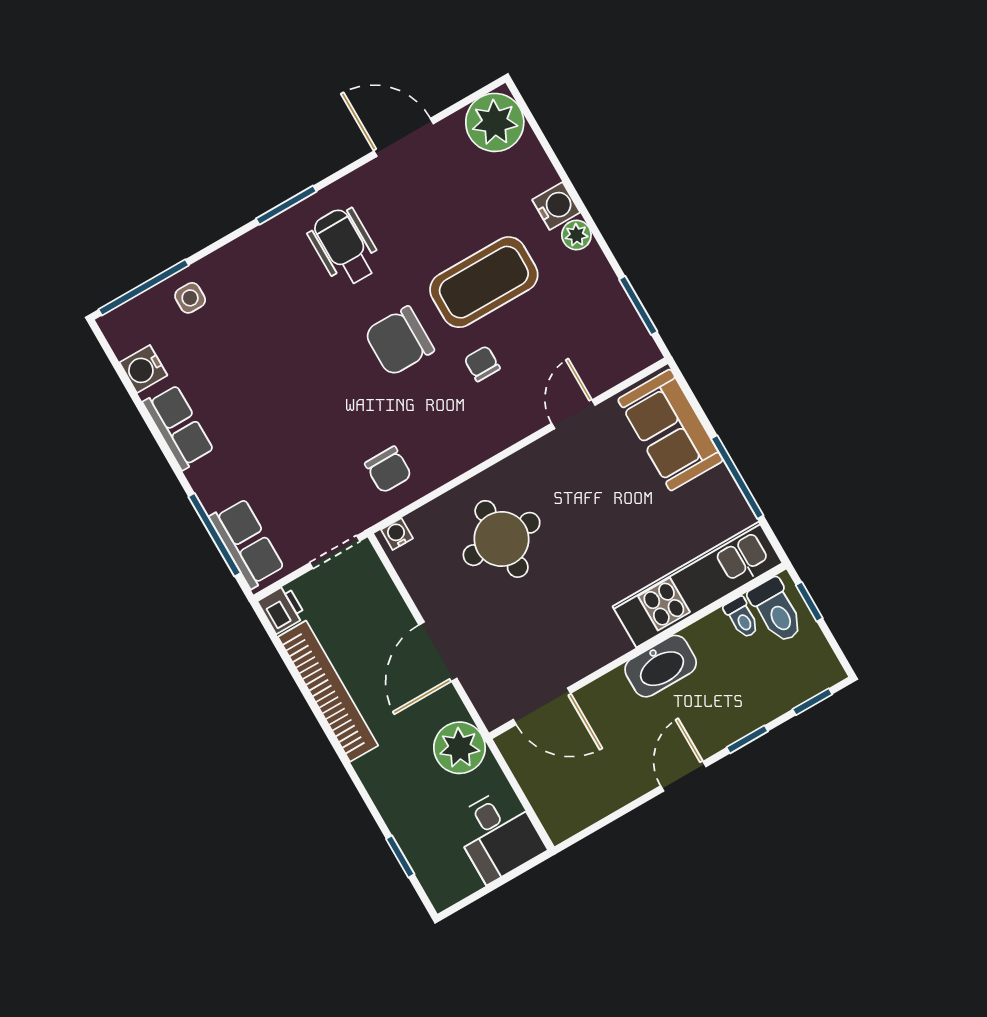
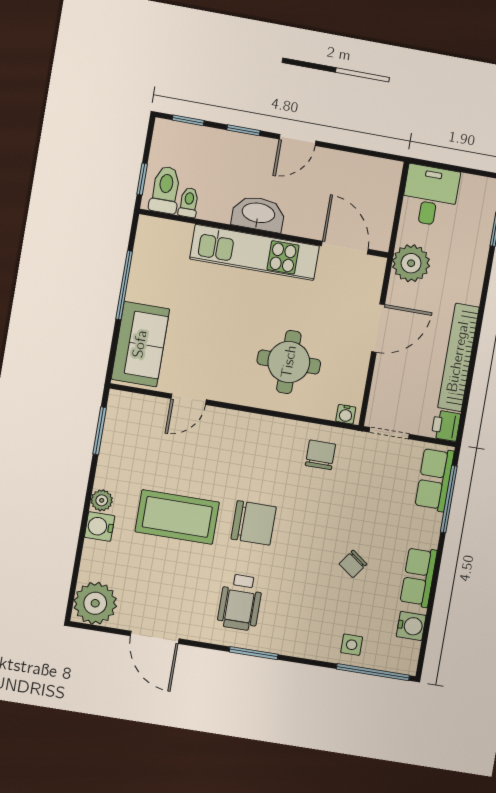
chair: (482, 364) -> (353, 564), moved, turned 36
kitchen unit: (698, 585) -> (255, 252), moved

